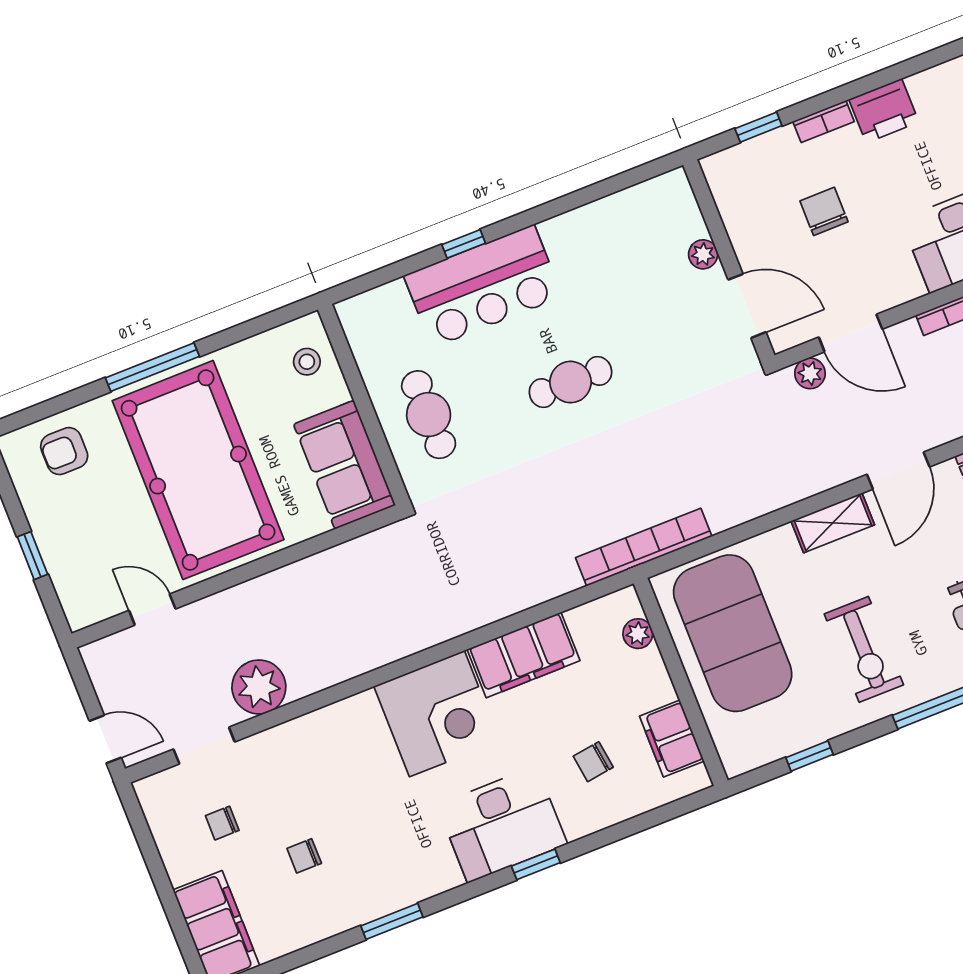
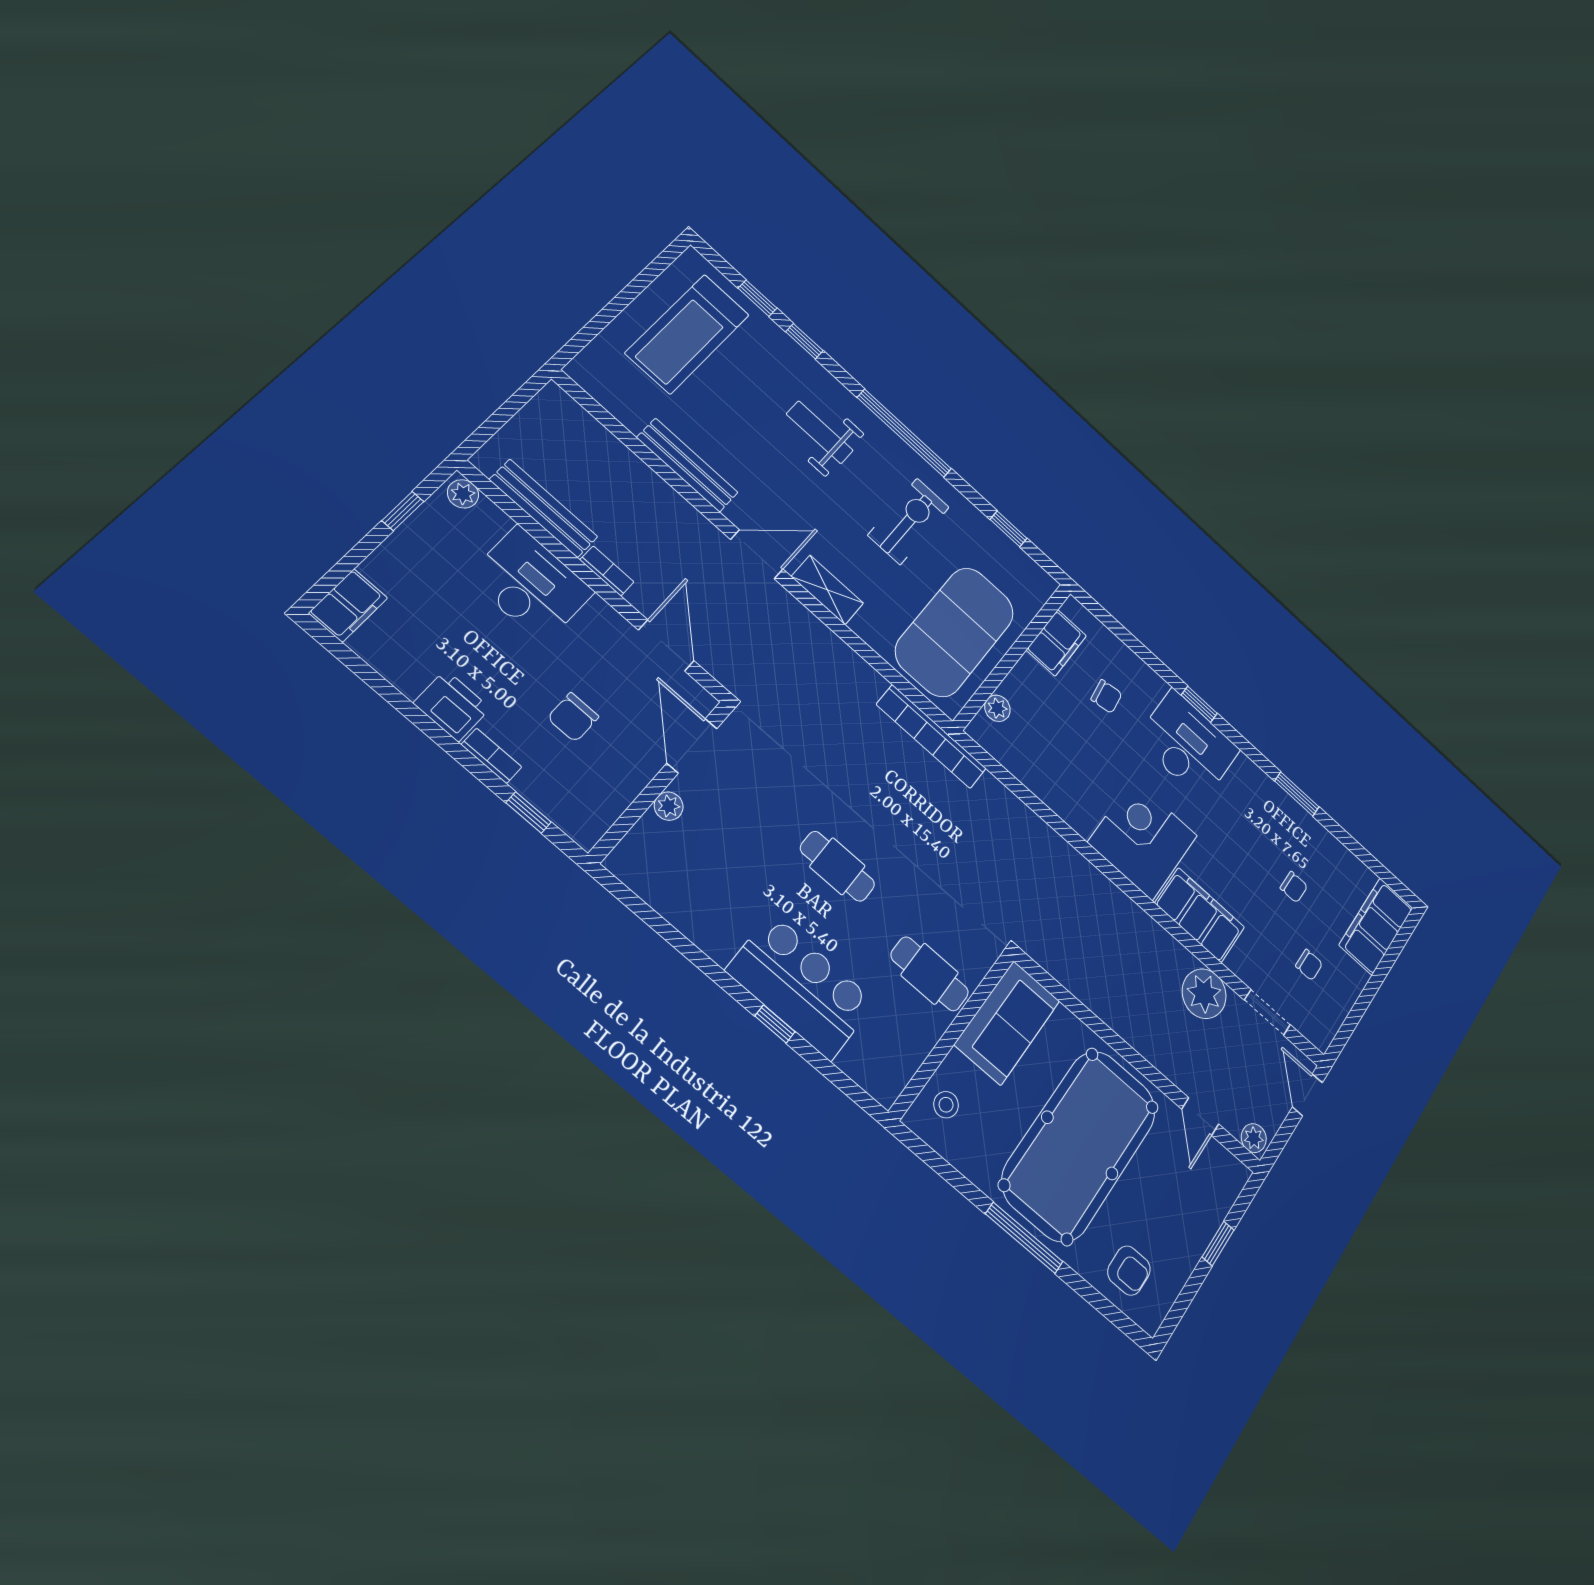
plant: (810, 373) -> (1254, 1138), moved
cafe table: (429, 415) -> (930, 974), turned 90
filing cabinet: (524, 655) -> (1200, 915), moved

